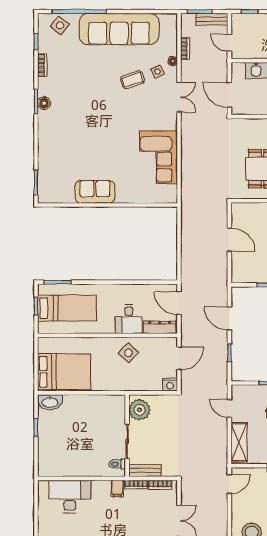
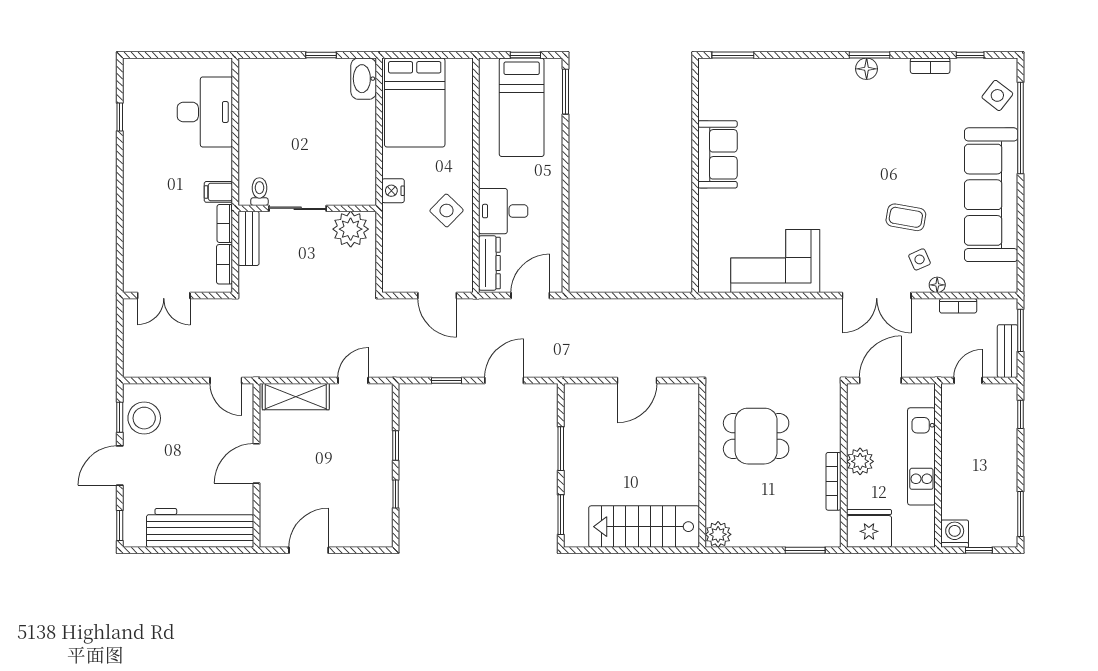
coffee table: (132, 80) -> (906, 217), turned -61
double door: (179, 97) -> (877, 296), width x1.37
nightstand: (170, 385) -> (393, 191), moved

